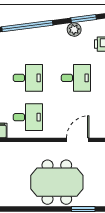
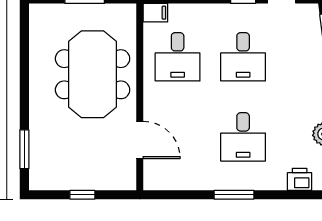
meeting table: (57, 182) -> (93, 74), moved

